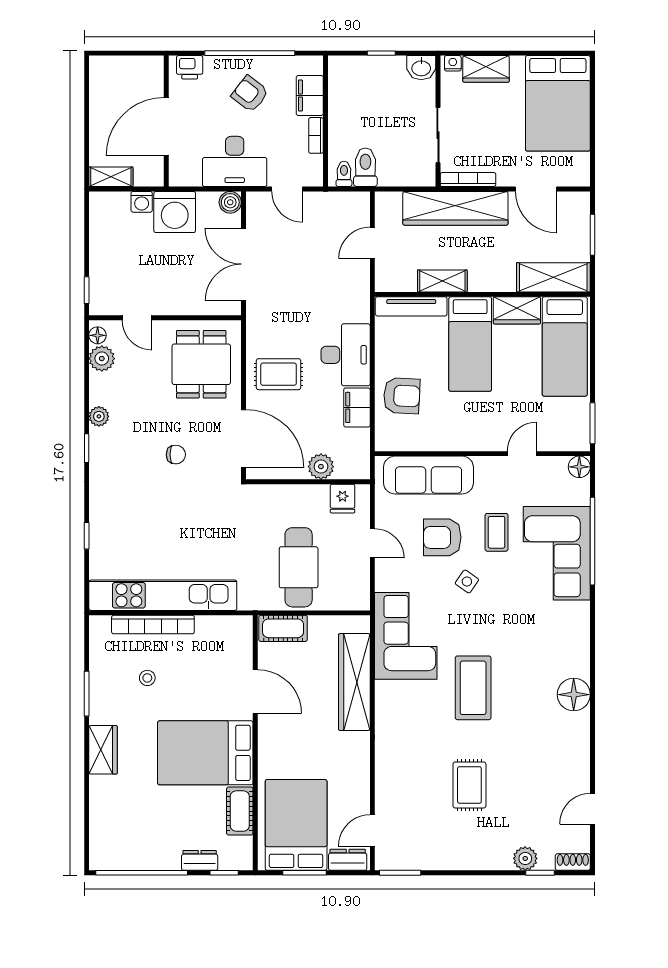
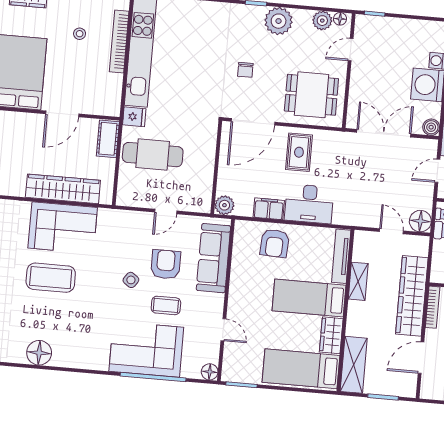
floor lamp: (356, 206) -> (420, 221), added
plant: (99, 416) -> (279, 21), width x1.88, depth x1.88
plant: (321, 467) -> (224, 205), moved
fridge: (343, 499) -> (134, 117), moved, turned 180
corner sofa: (406, 636) -> (63, 228), moved

